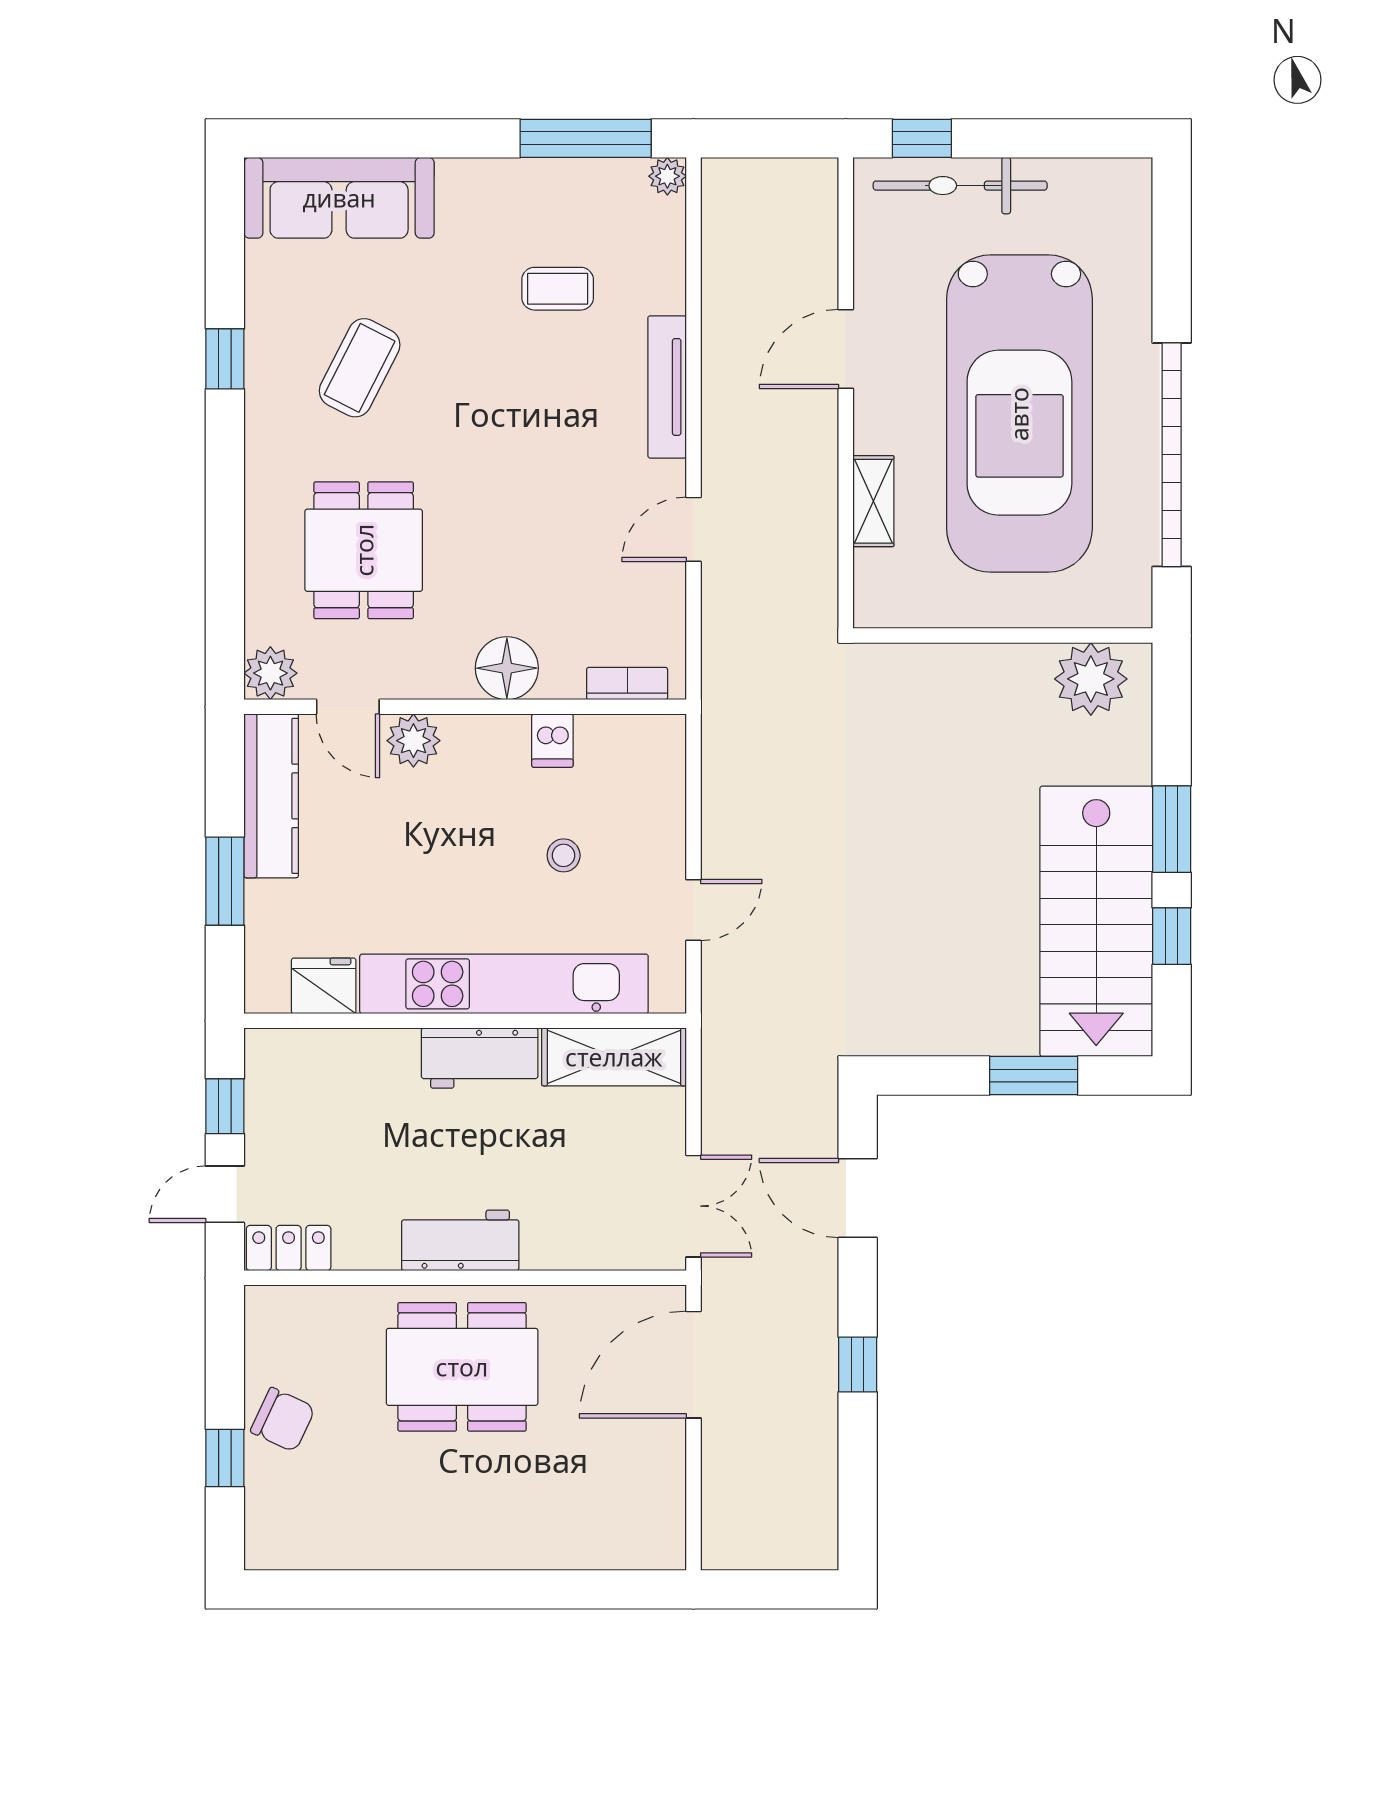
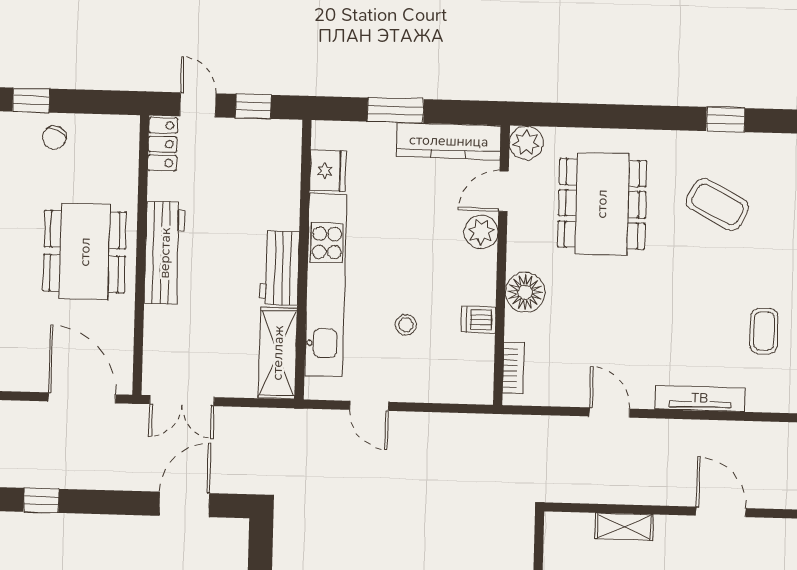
dining table: (364, 550) -> (602, 204), width x1.38
workbench: (460, 1240) -> (165, 253), width x1.38
window: (858, 1364) -> (41, 500), moved
chair: (283, 1420) -> (54, 137), width x0.73, depth x0.73

